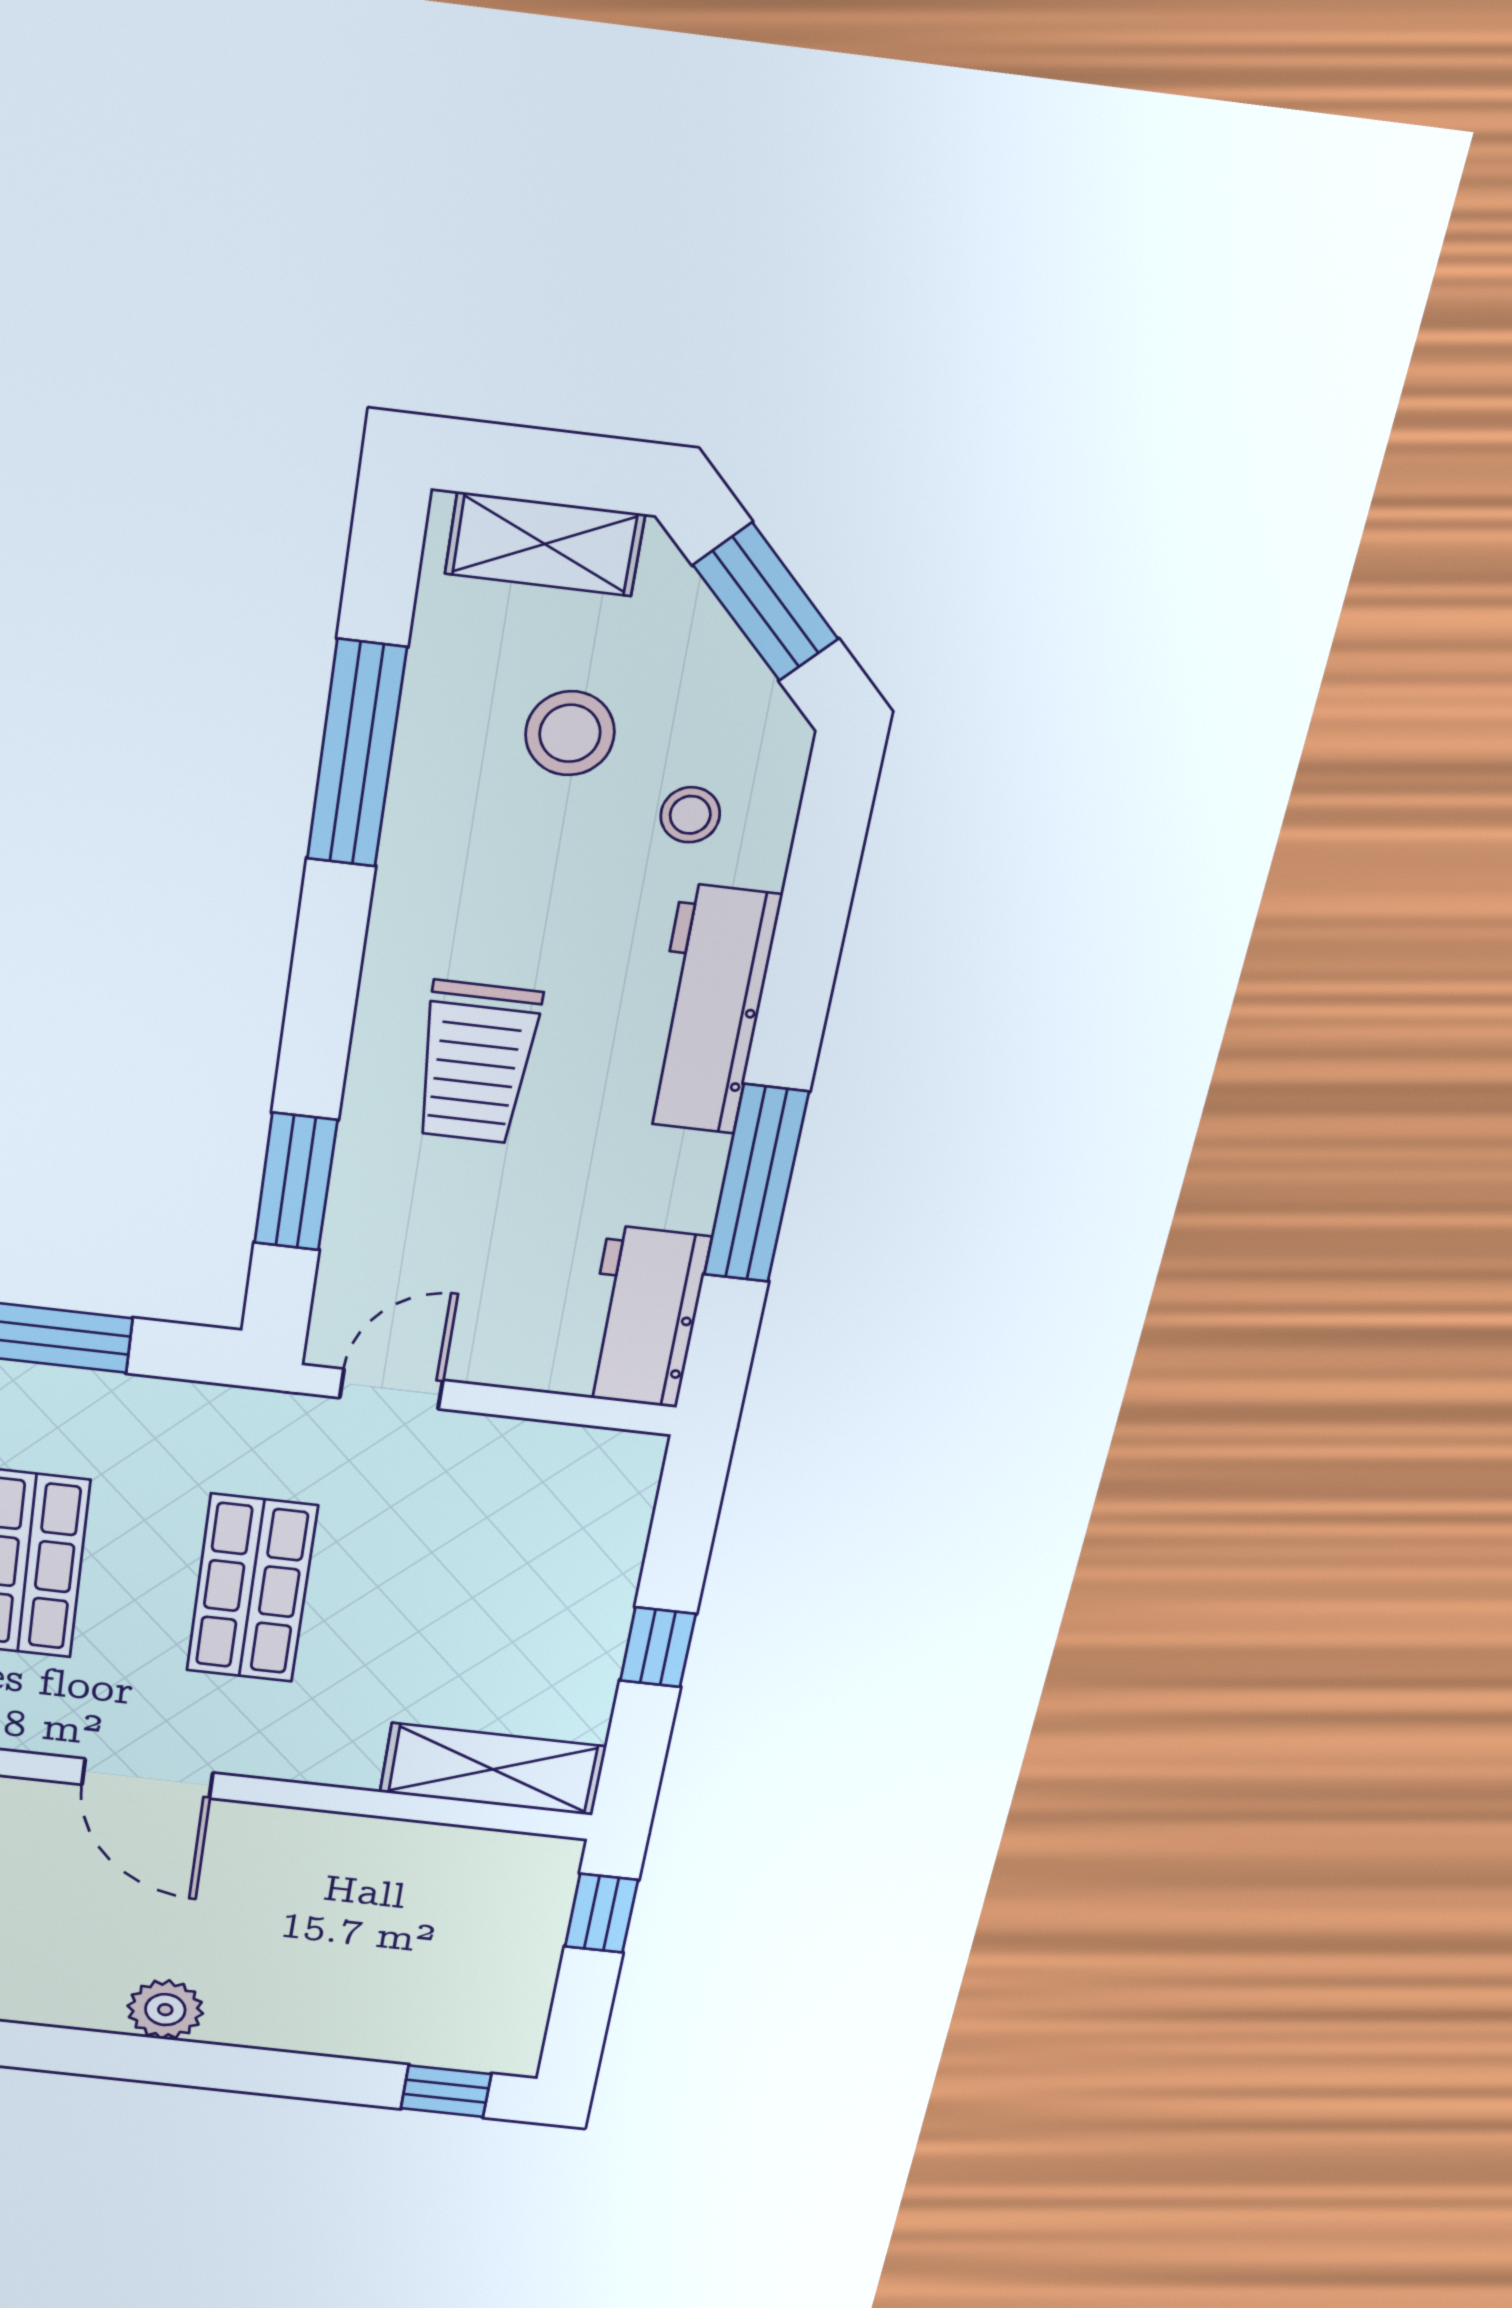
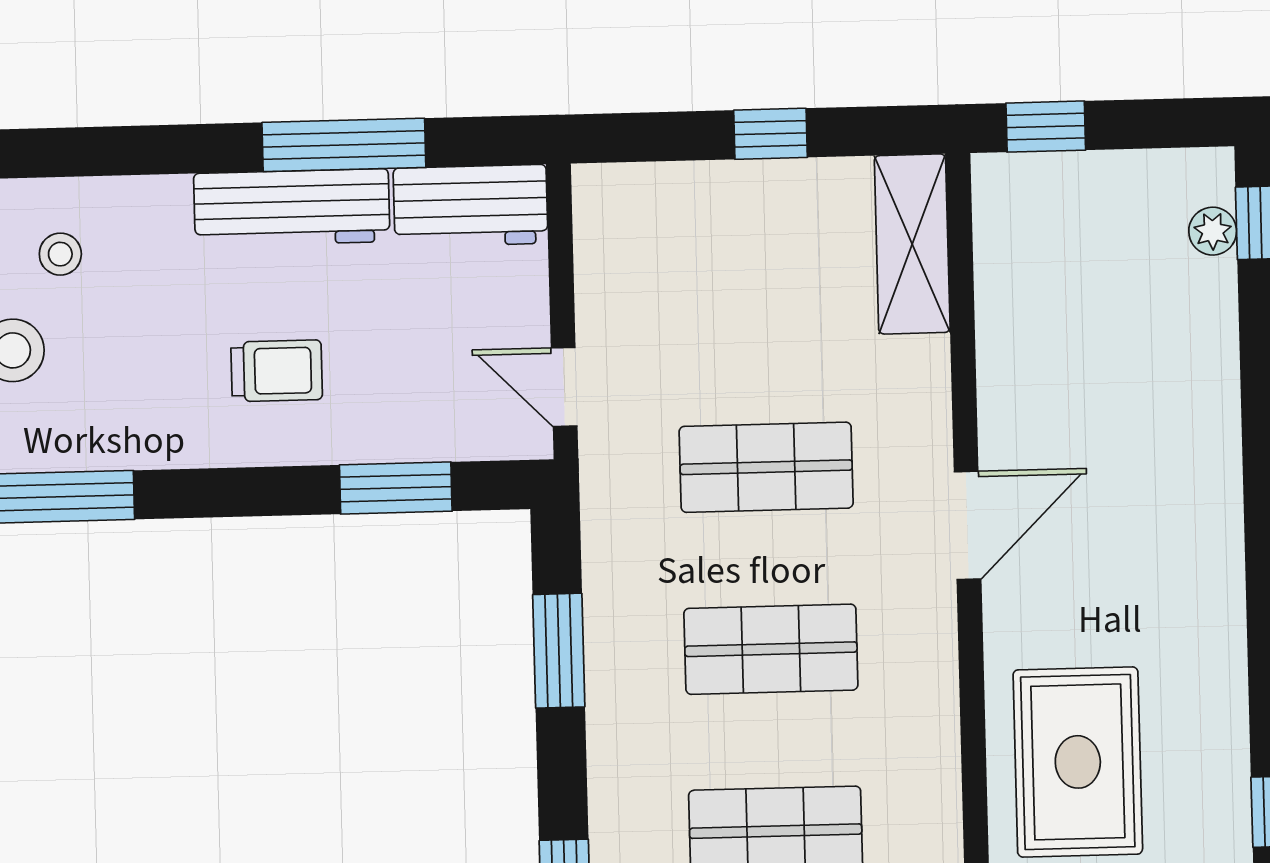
workbench: (709, 1010) -> (292, 208), moved
trolley: (476, 1063) -> (277, 371), width x0.73, depth x0.72
plant: (165, 2010) -> (1213, 231), moved, width x0.73, depth x0.73

